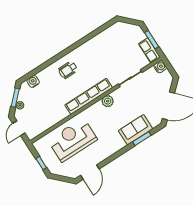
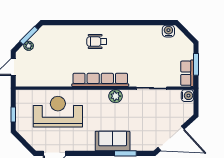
water cooler: (33, 81) -> (168, 31), moved
sofa: (136, 130) -> (113, 141), moved

